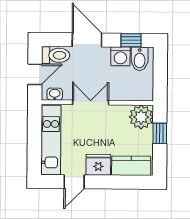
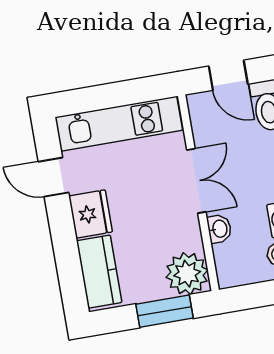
washbasin: (55, 94) -> (219, 229), moved
window: (160, 133) -> (165, 311), width x1.50

